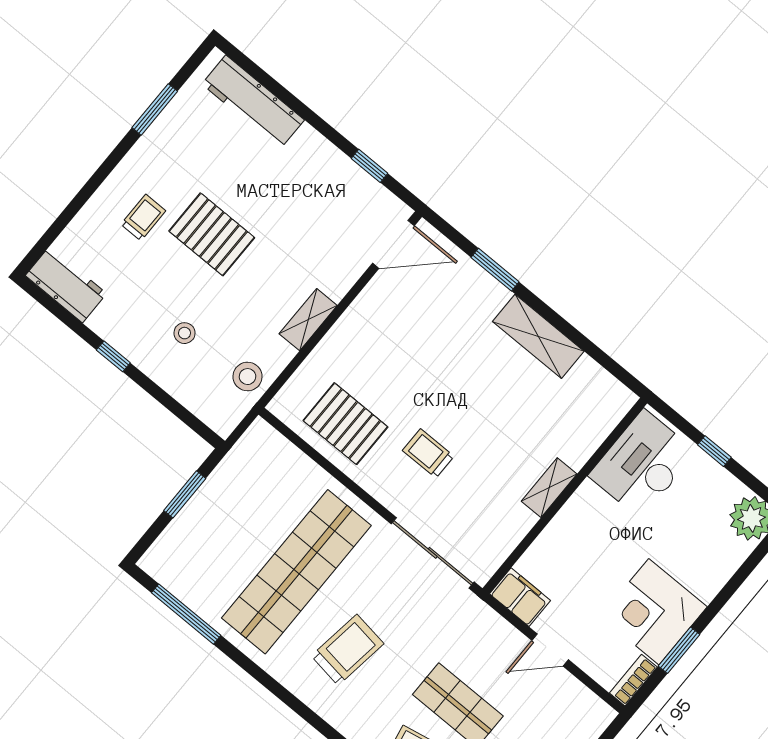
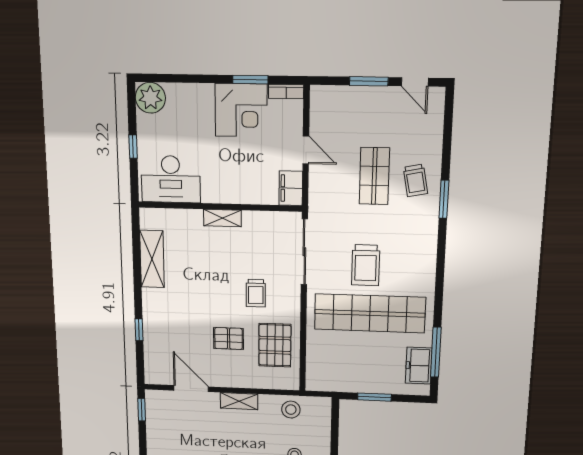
window: (370, 166) -> (142, 410), moved
door: (393, 244) -> (191, 389), moved
window: (495, 270) -> (139, 330), width x0.67
shelving: (538, 336) -> (152, 259), moved
pallet: (398, 373) -> (229, 338), added
freezer: (185, 580) -> (419, 366), added
trolley: (347, 650) -> (366, 265), moved, turned -98

